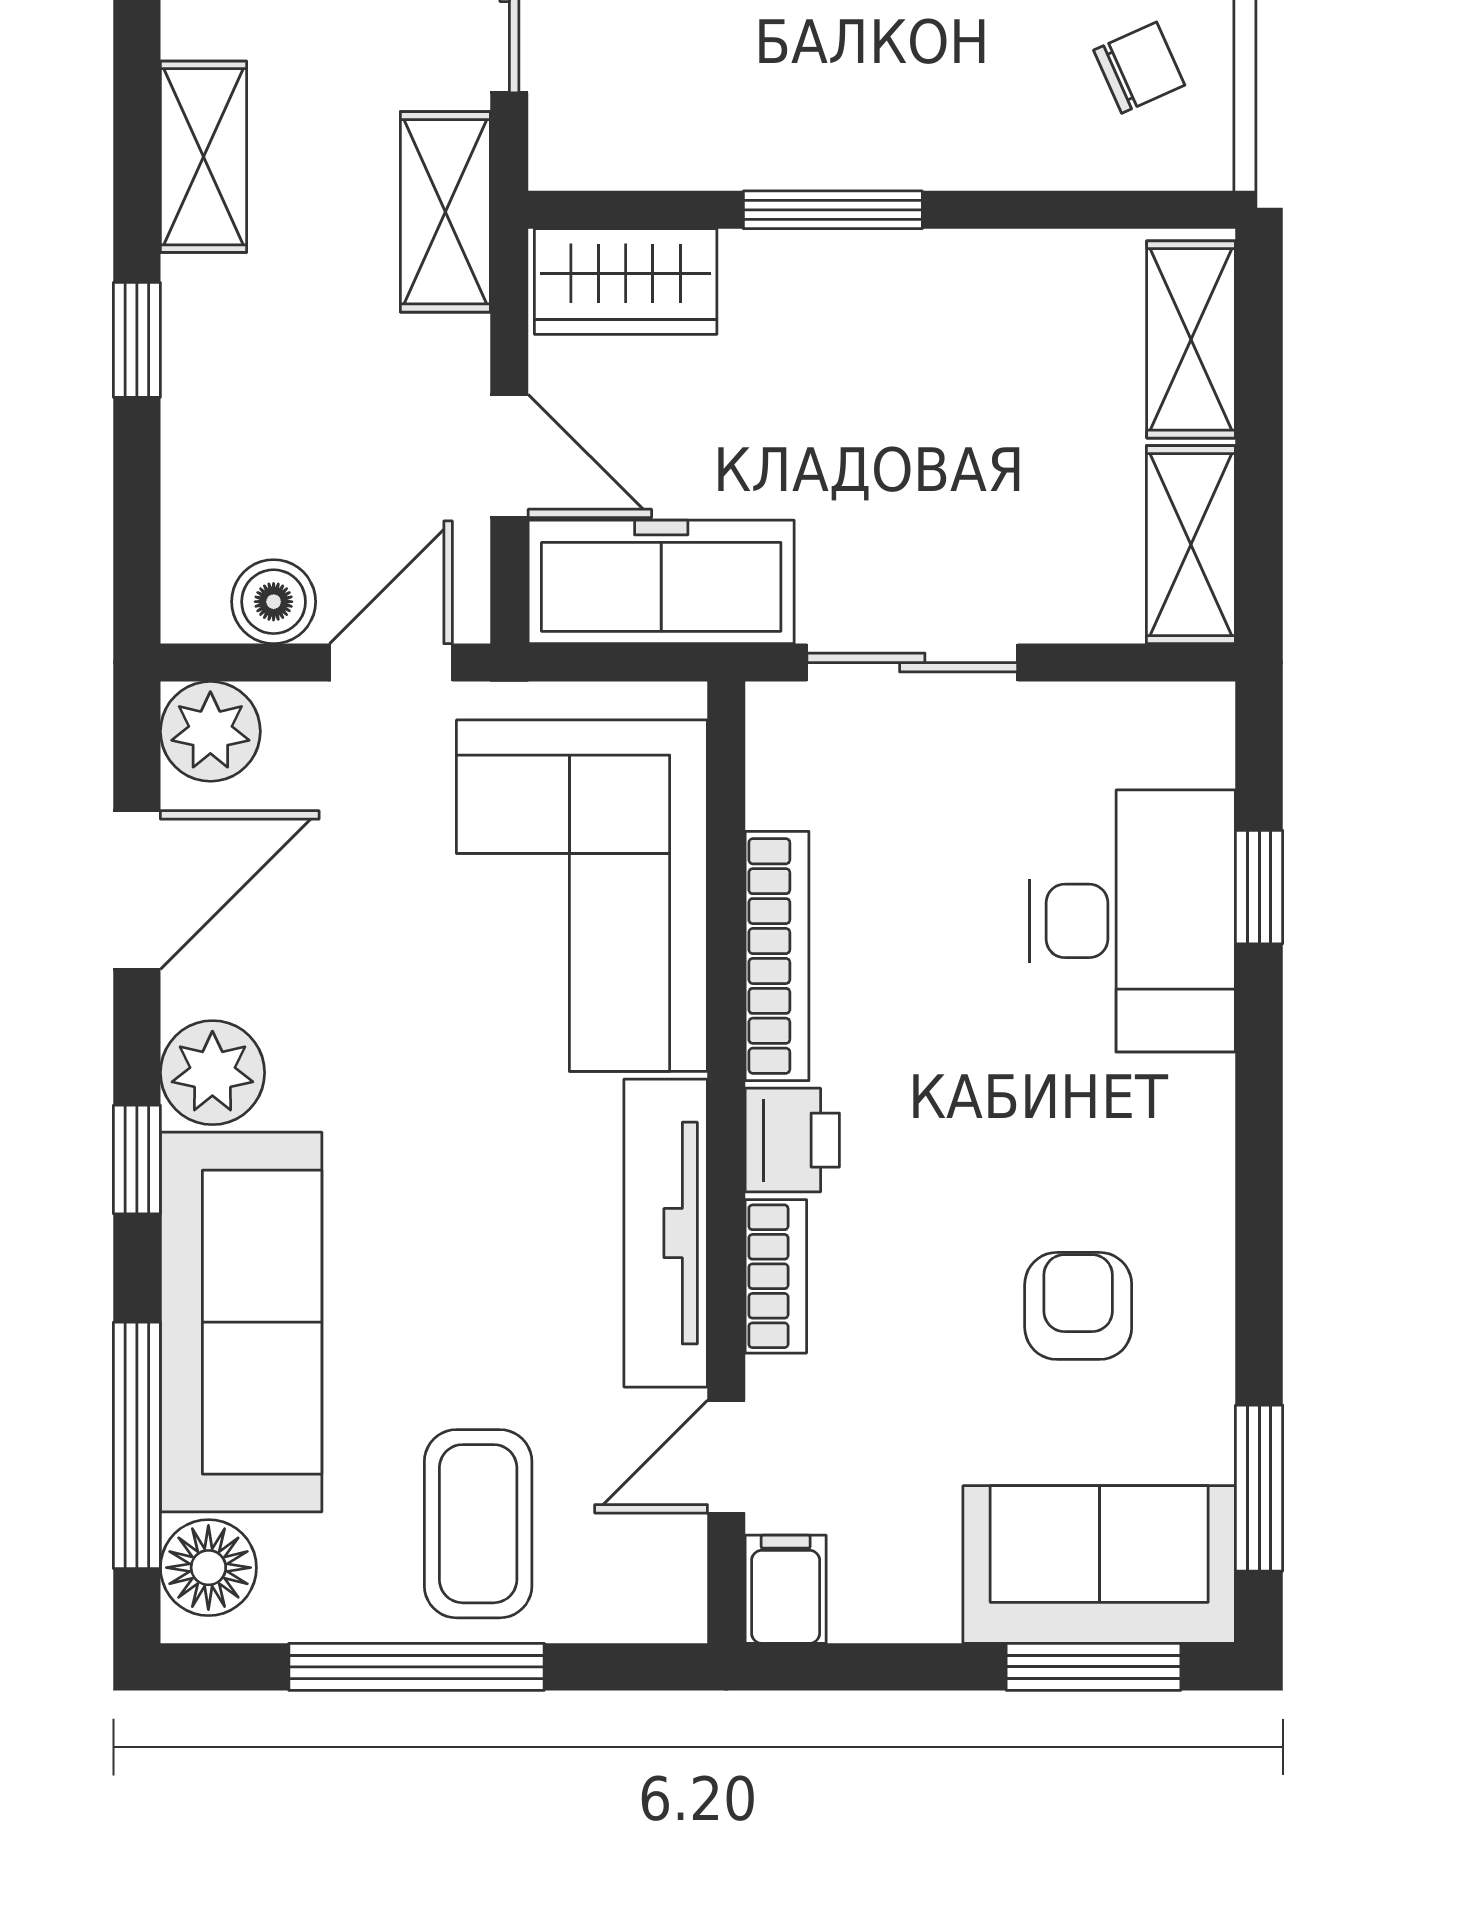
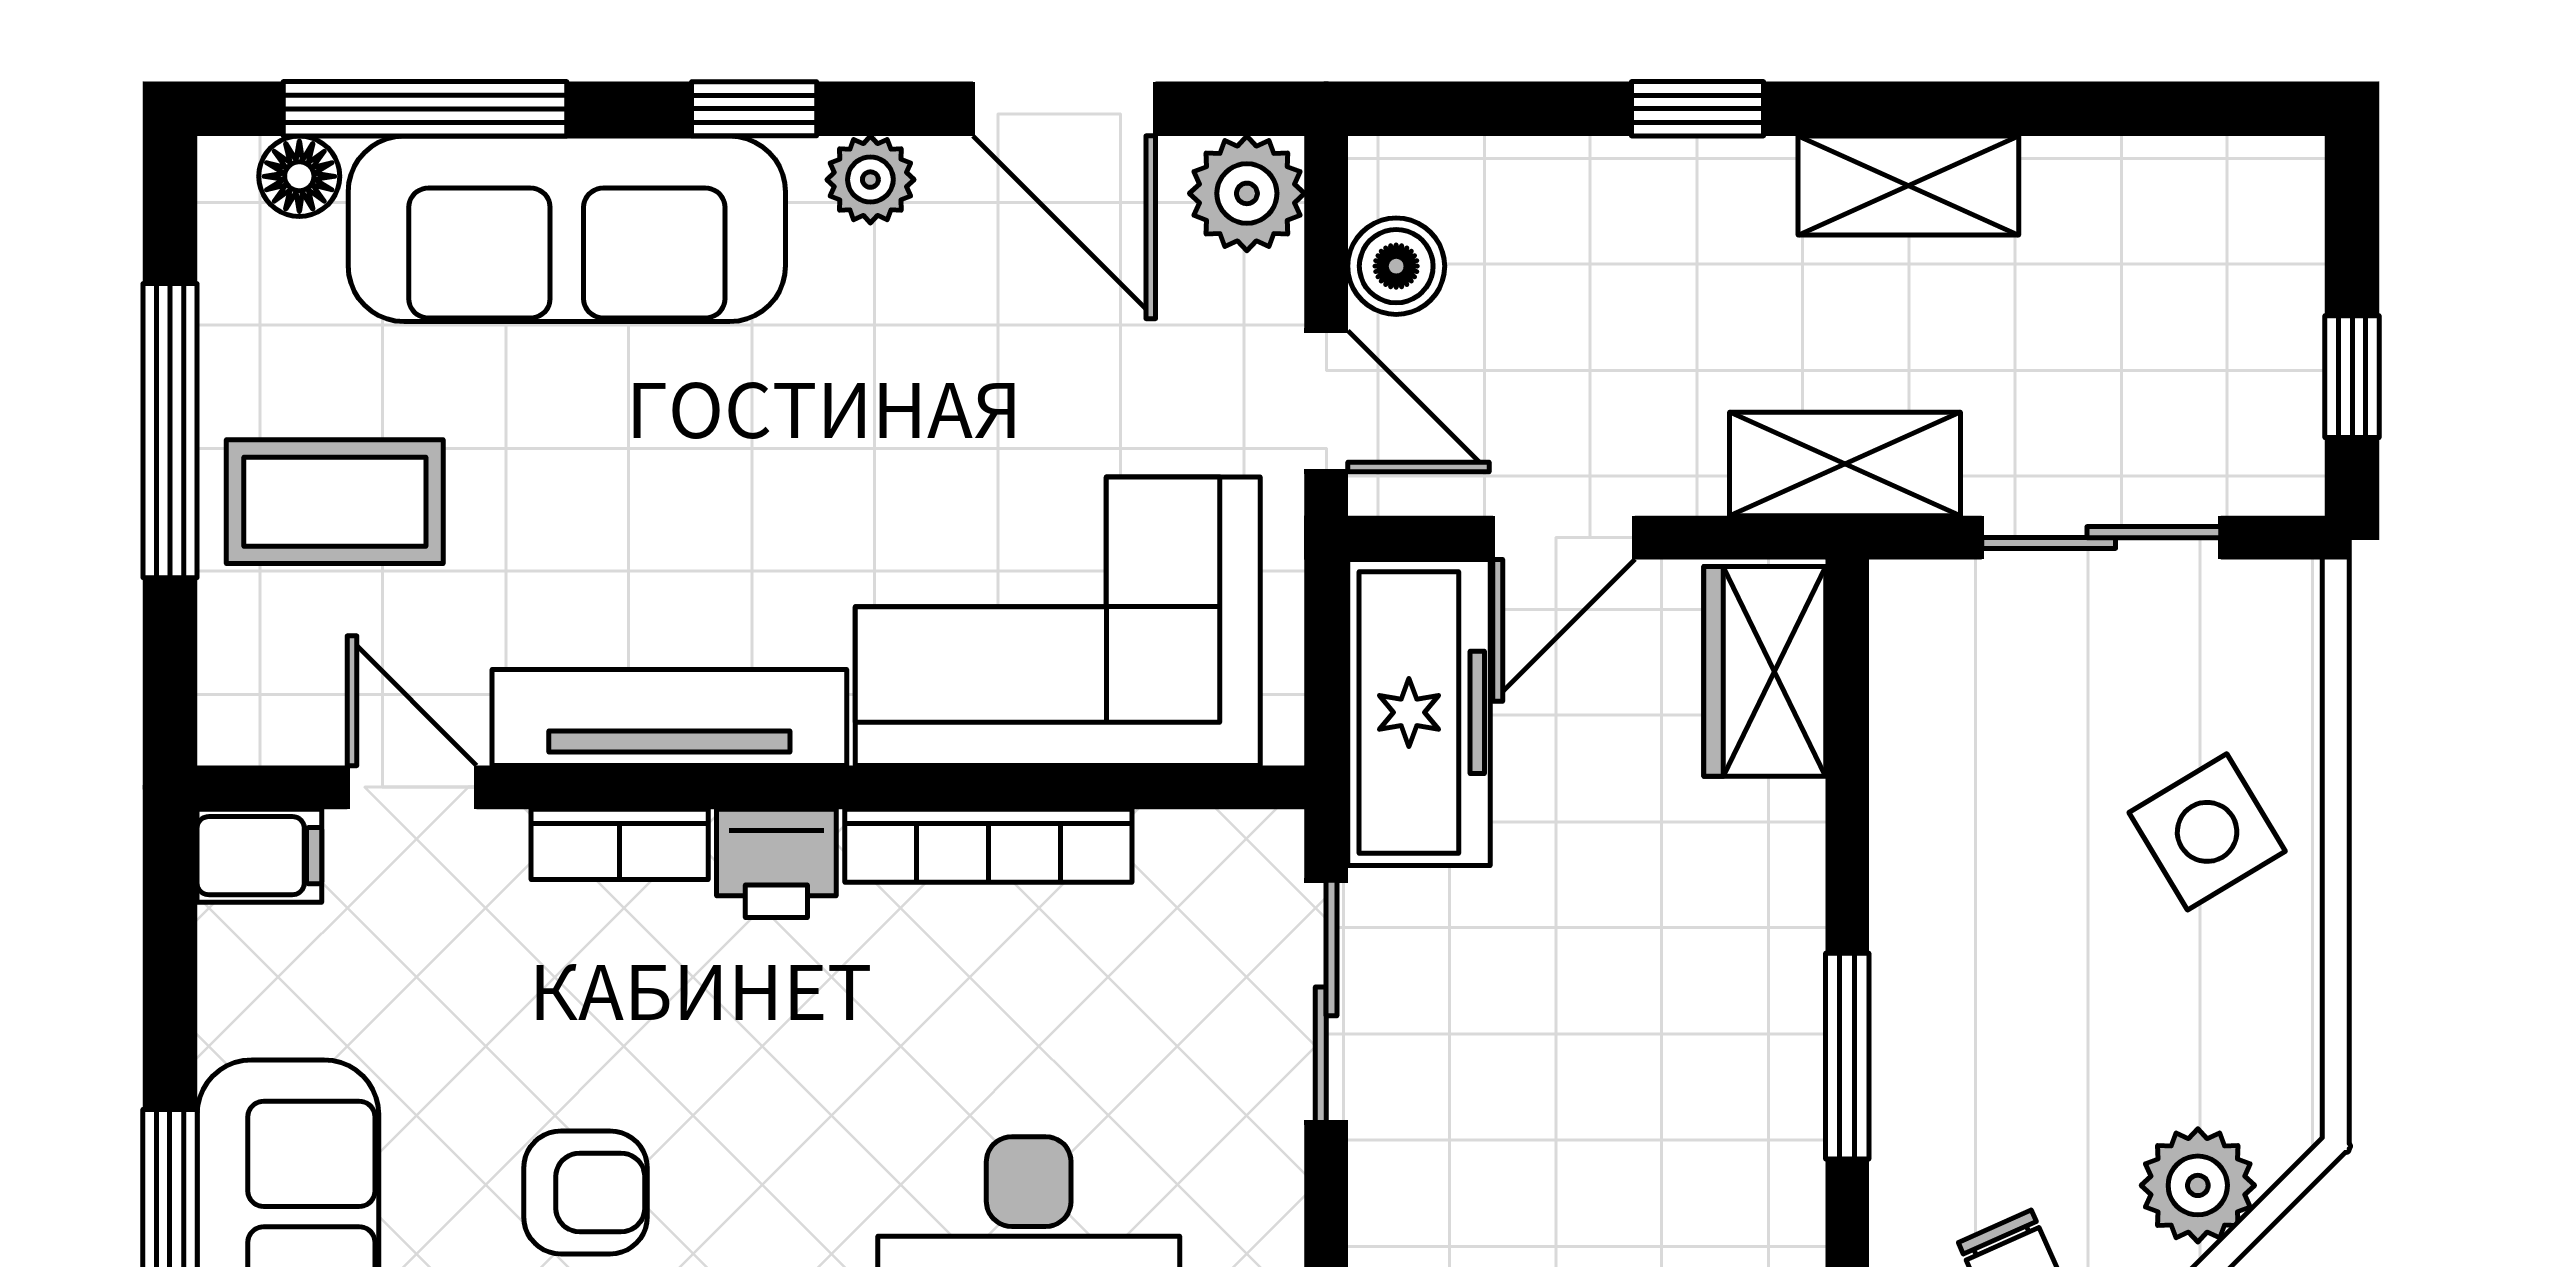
window: (833, 210) -> (1847, 1056), moved
plant: (212, 1073) -> (870, 180), width x0.73, depth x0.73
floor lamp: (208, 1568) -> (299, 176), width x0.73, depth x0.73

